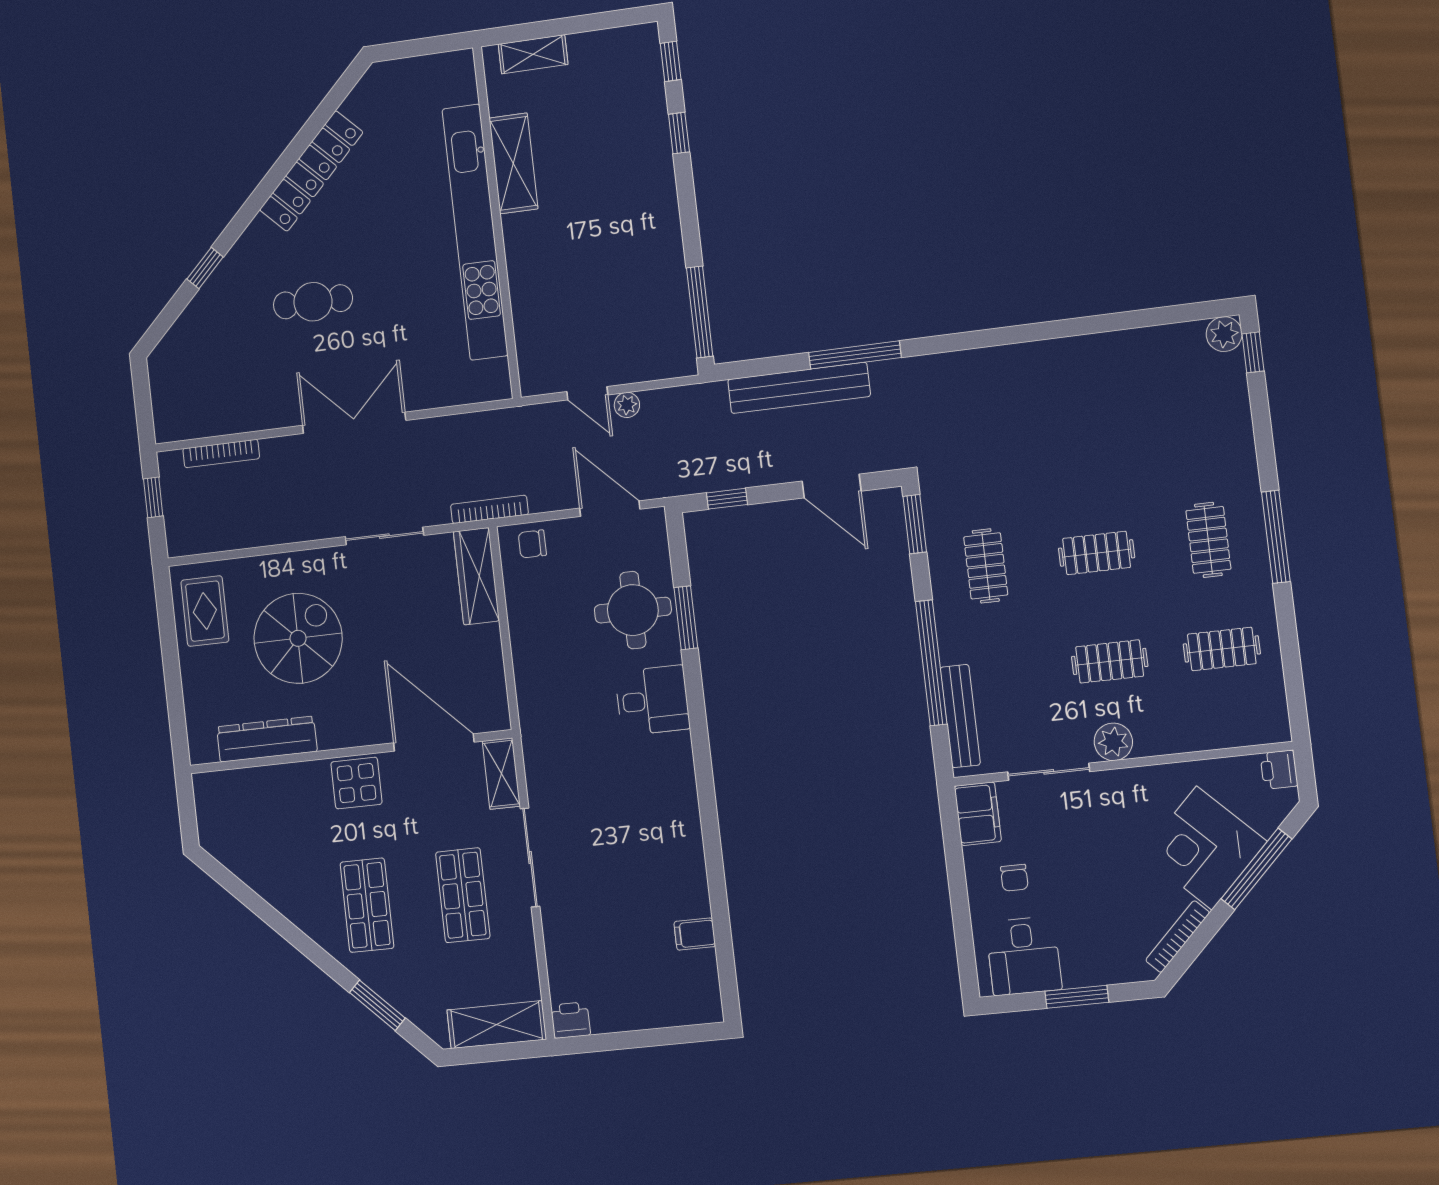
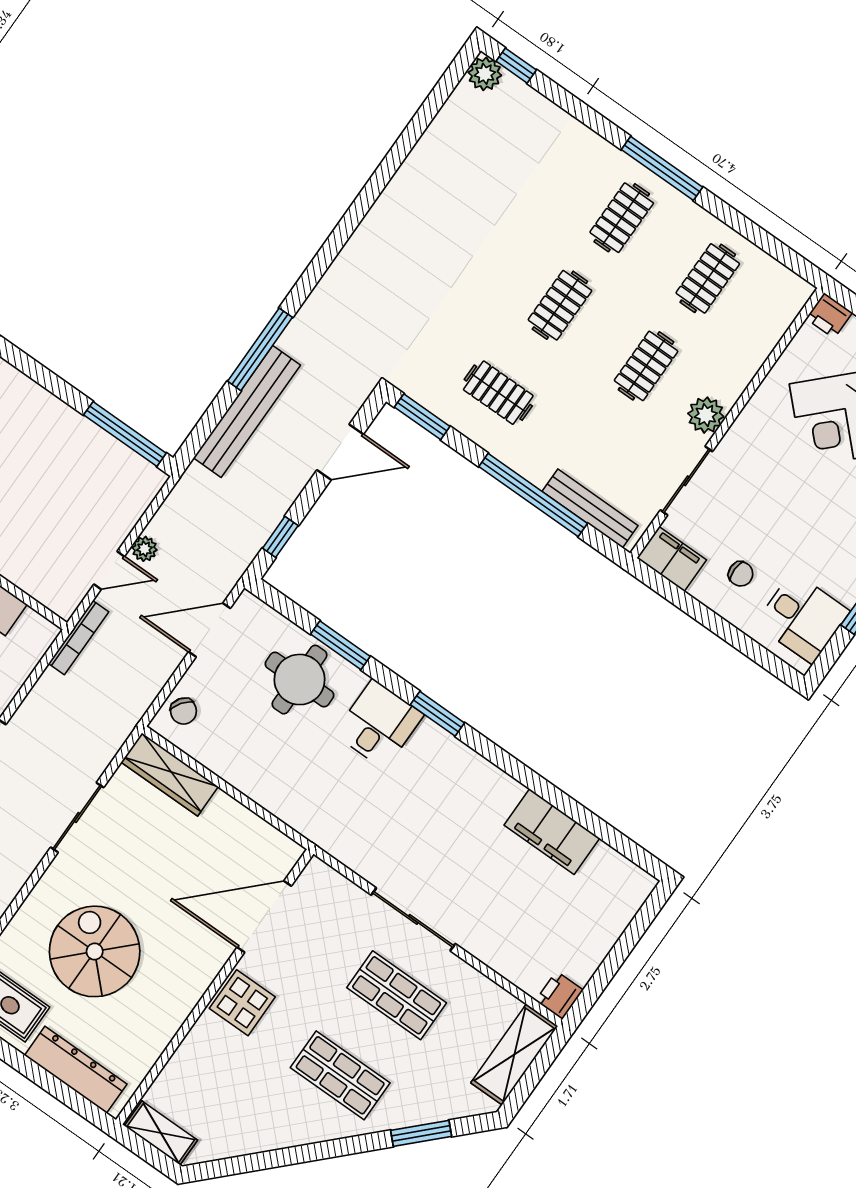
bookcase: (490, 509) -> (79, 638), moved, turned 180
clothes rail: (1208, 540) -> (622, 218), turned 90
chair: (532, 544) -> (183, 711), turned -54
window: (700, 738) -> (437, 714), added
dresser: (267, 739) -> (76, 1070), moved, turned 90
shelving: (501, 774) -> (161, 1133), moved
filing cabinet: (695, 934) -> (552, 832), width x3.00, depth x1.17

